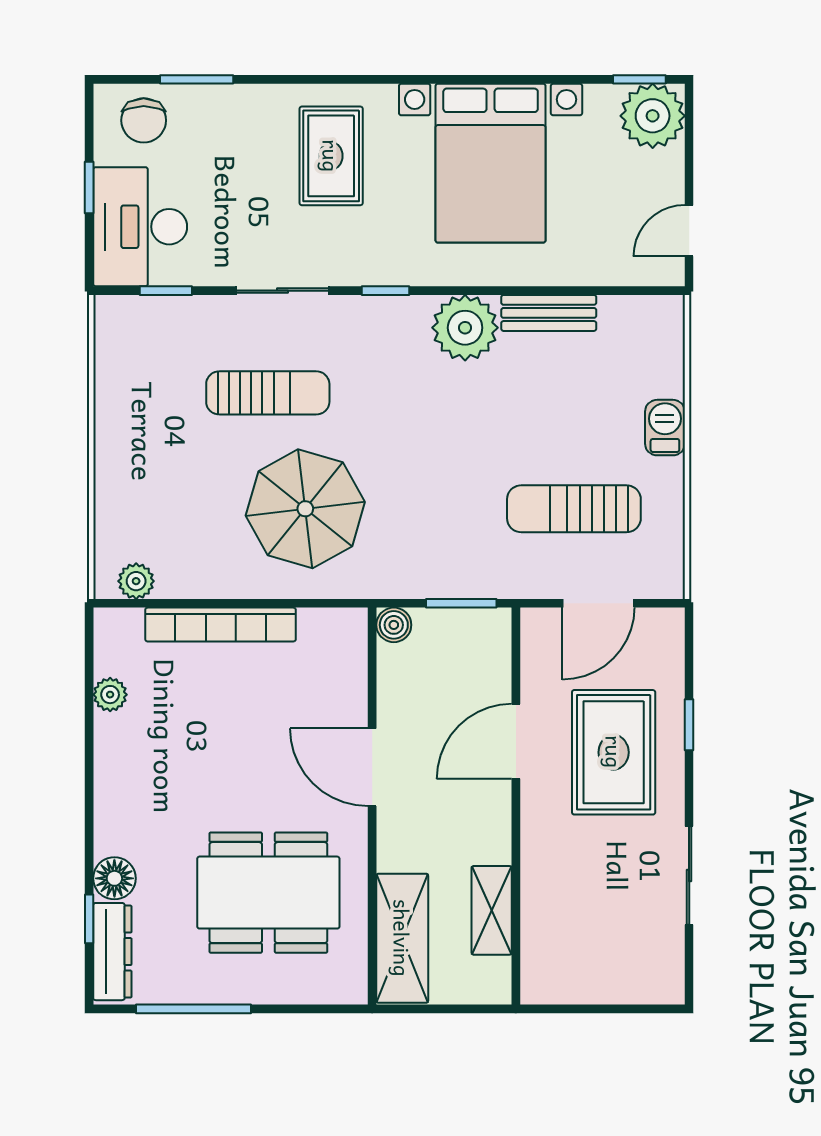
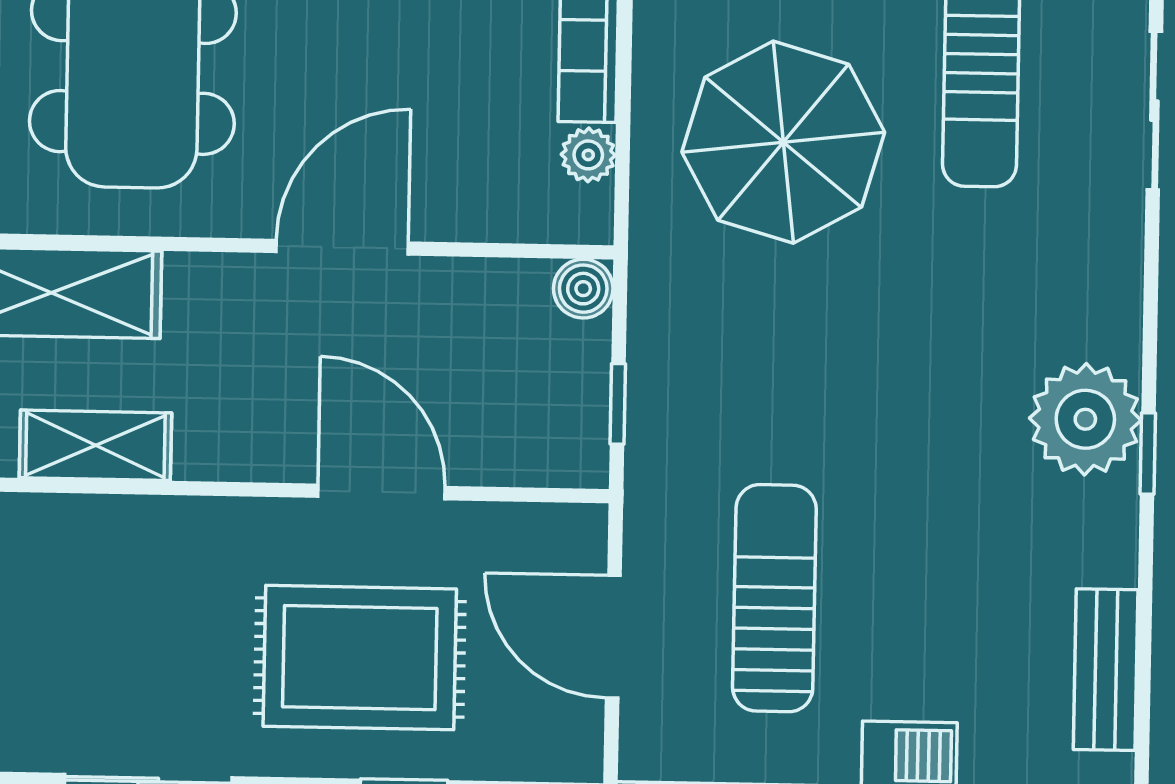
window: (386, 291) -> (1148, 454), moved
bench: (549, 313) -> (1106, 670), moved
window: (461, 603) -> (618, 404), width x0.67
plant: (315, 623) -> (588, 155), added

